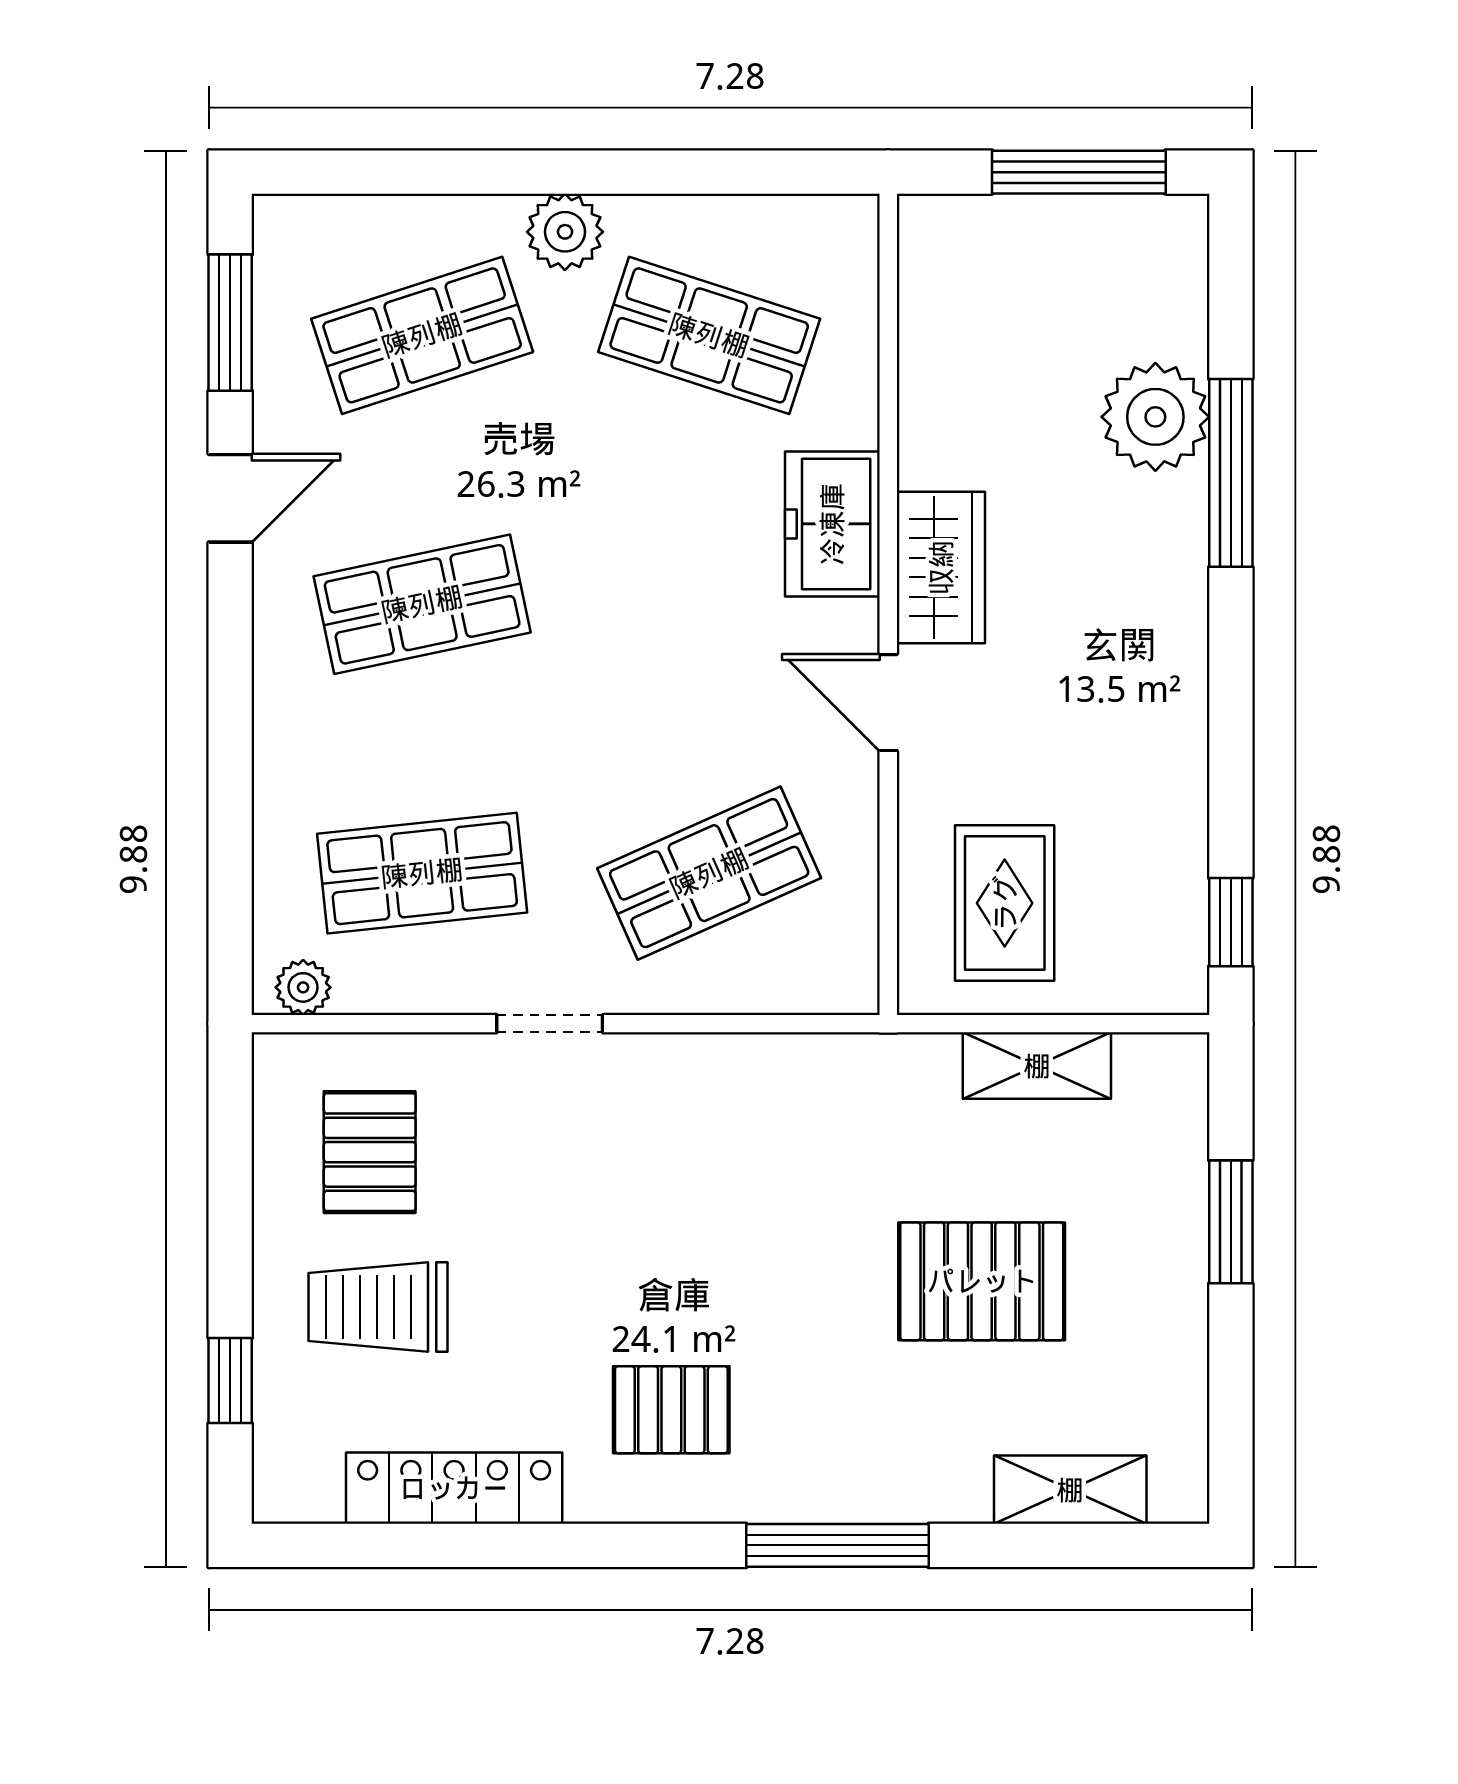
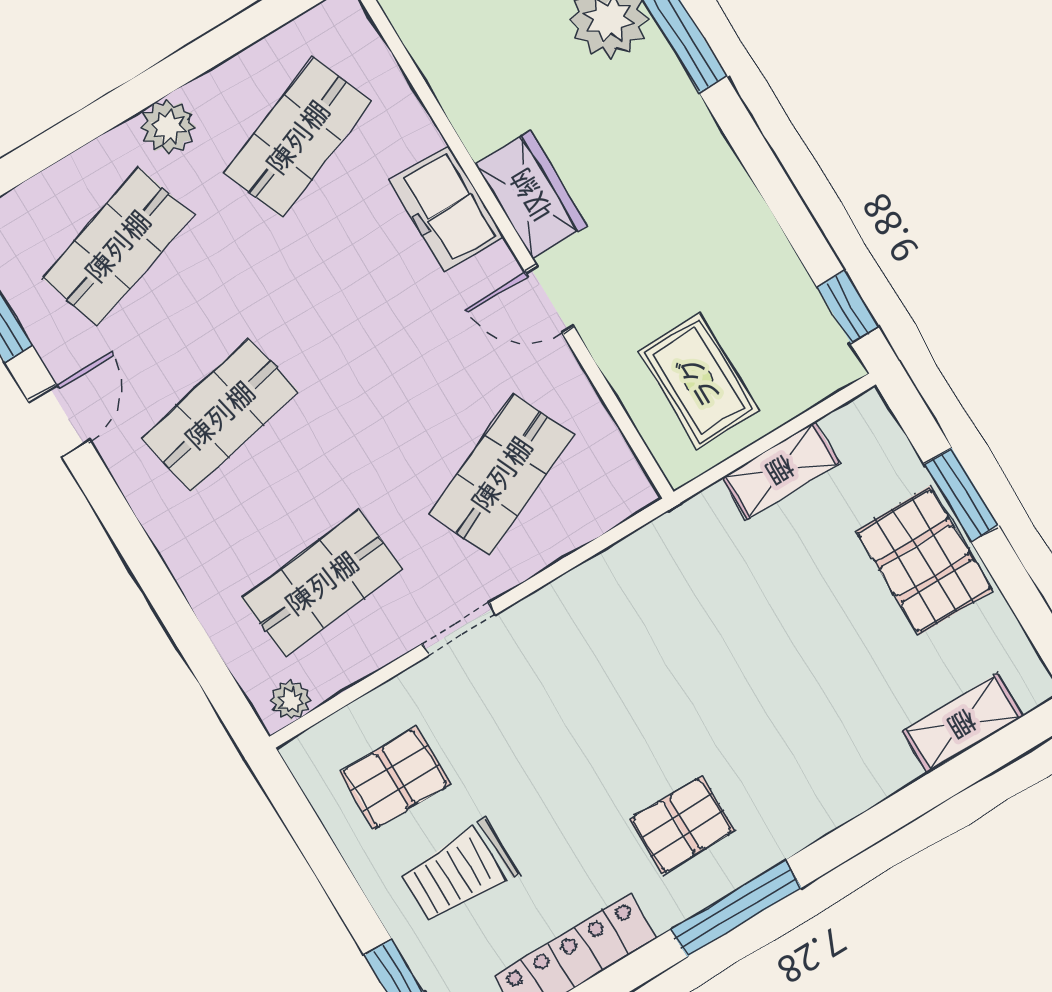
shop shelf: (709, 335) -> (298, 137), turned -39
pallet: (370, 1152) -> (395, 778), turned 90
pallet: (982, 1281) -> (924, 561), moved, turned 90
window: (837, 1545) -> (736, 909), moved

